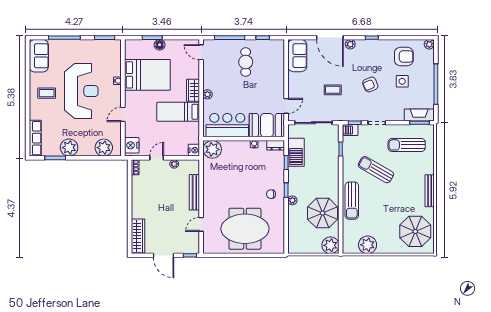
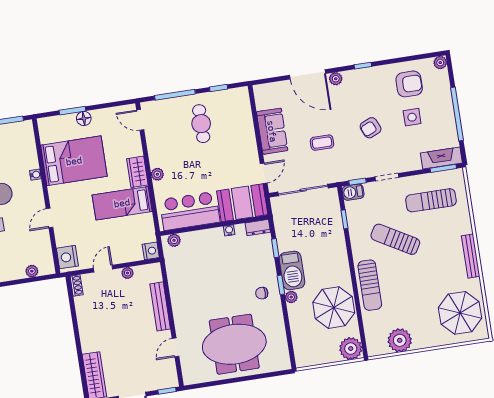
sofa: (297, 56) -> (272, 131), moved
plant: (104, 148) -> (32, 271), width x0.53, depth x0.53
plant: (212, 149) -> (174, 240), width x0.53, depth x0.53
barbecue: (296, 152) -> (292, 270), moved

